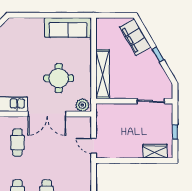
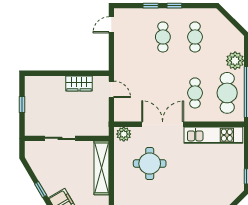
sliding door: (151, 101) -> (60, 138), moved
wardrobe: (155, 151) -> (79, 83), moved

